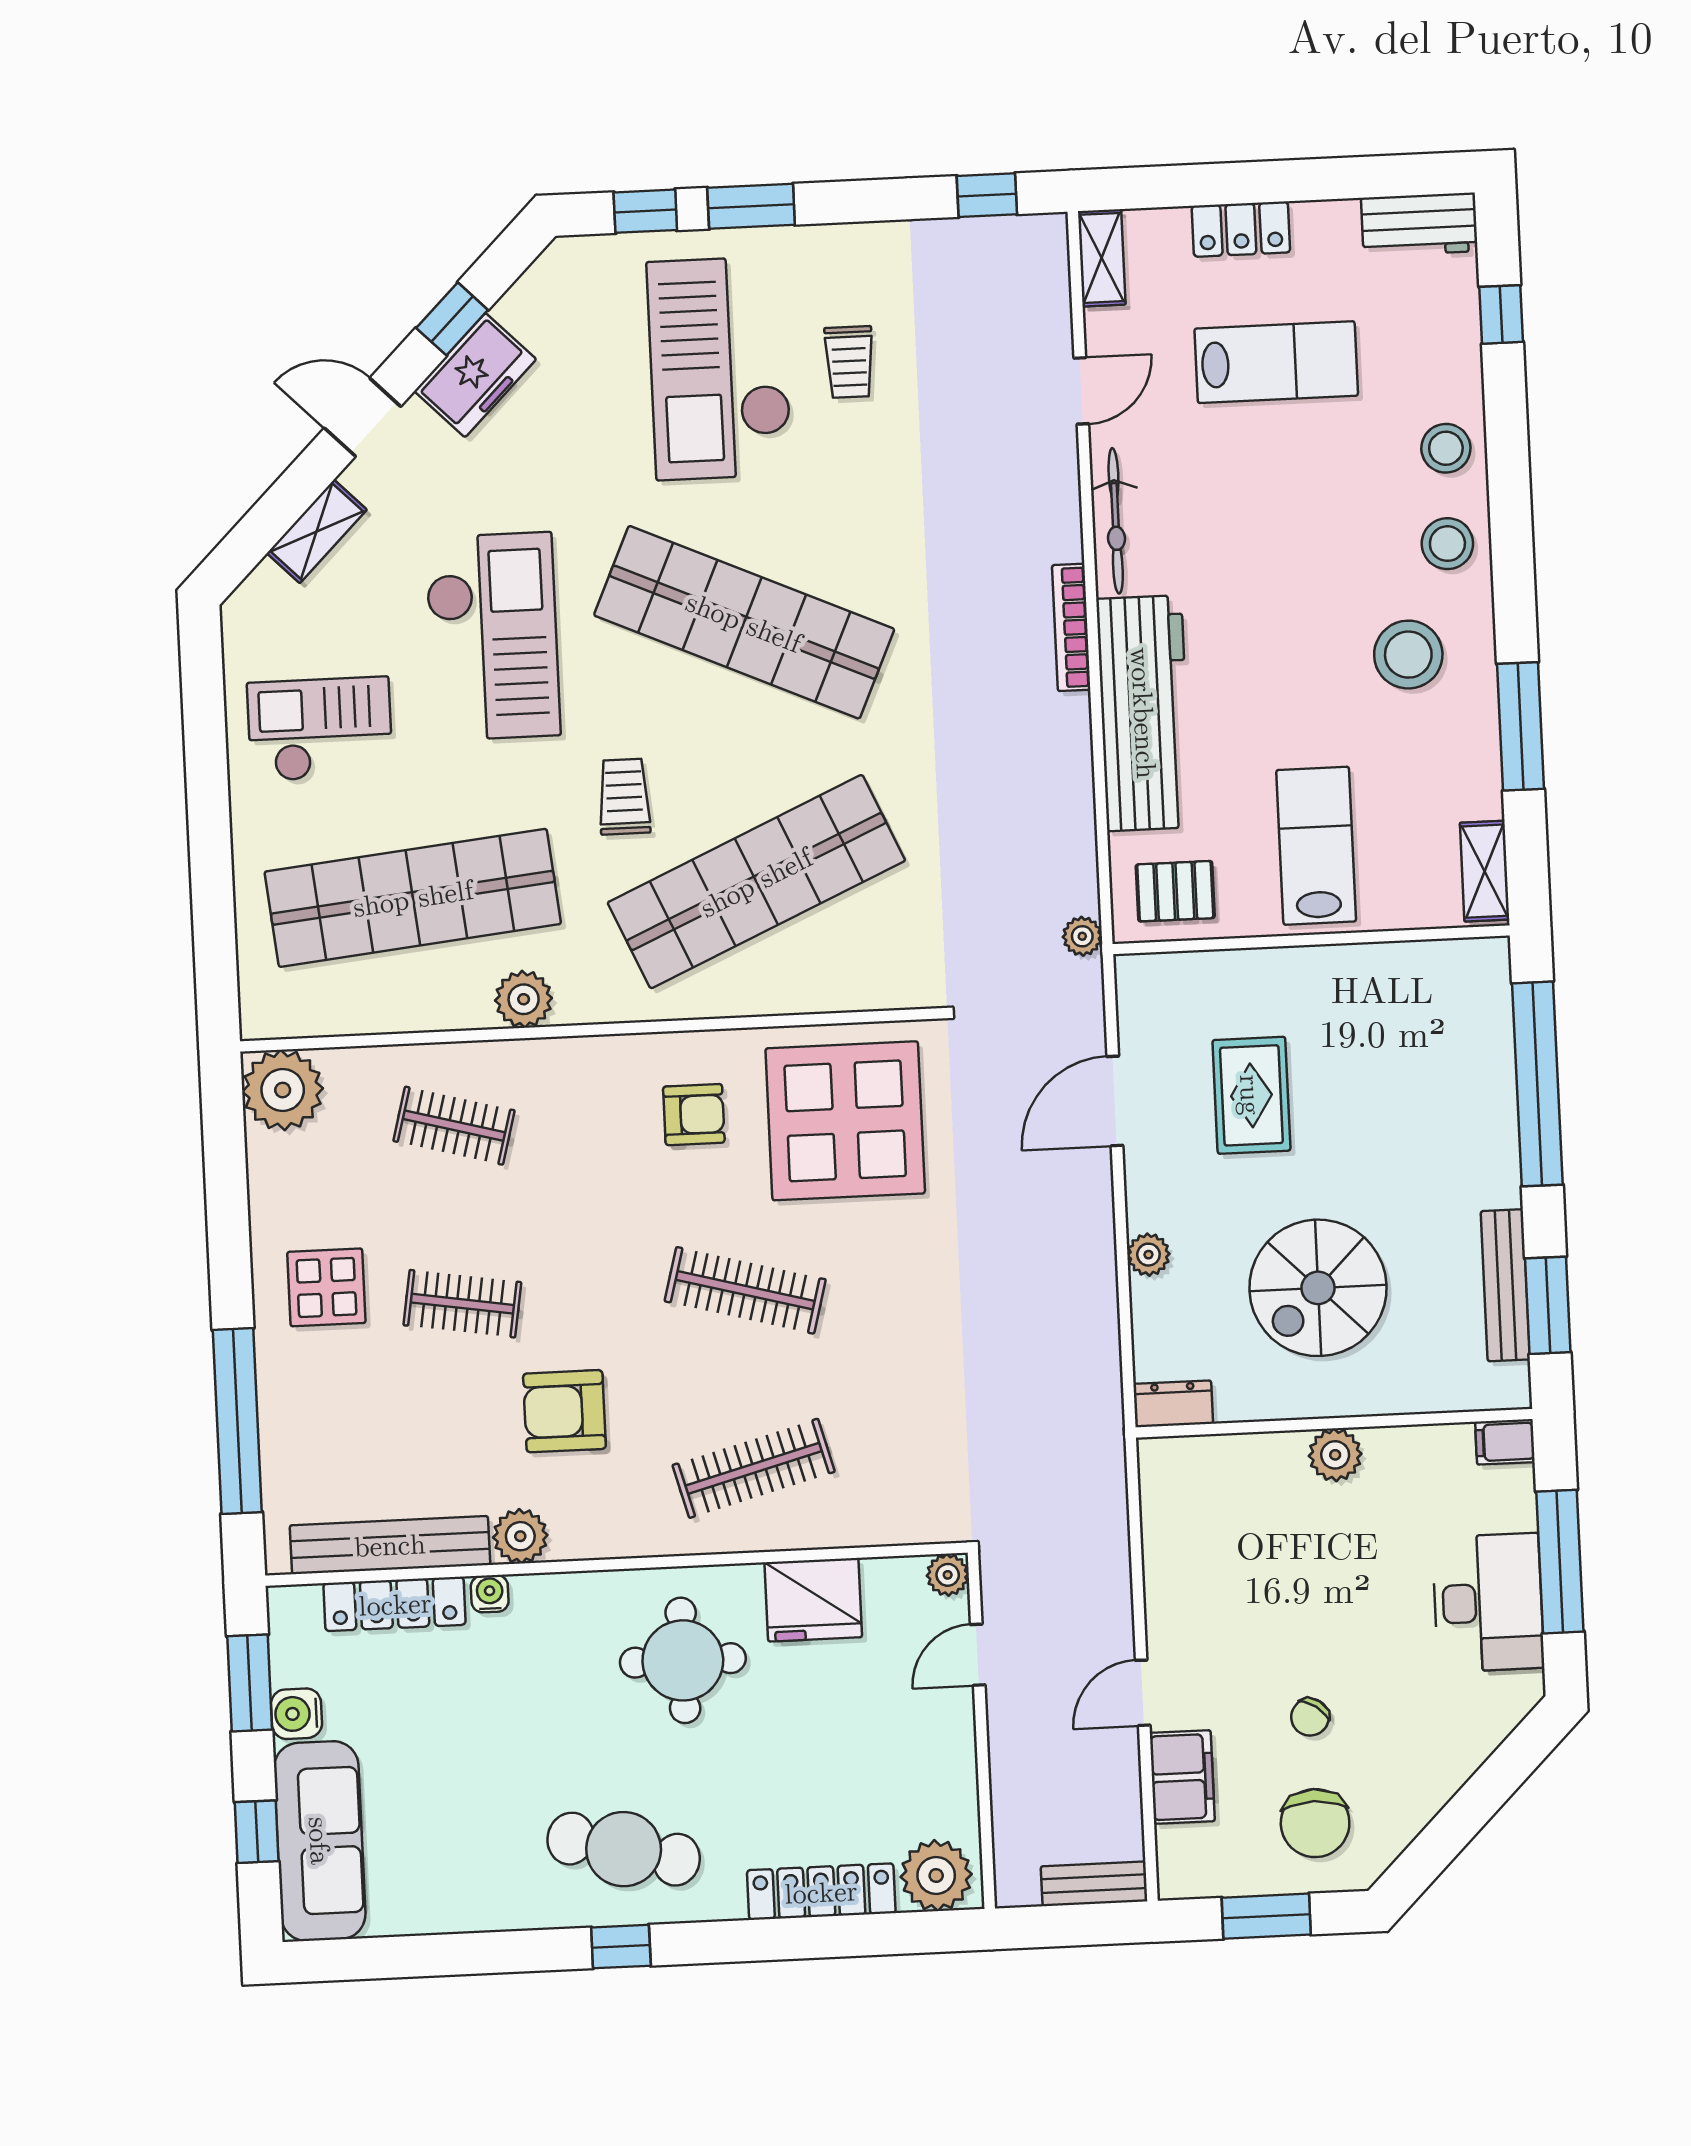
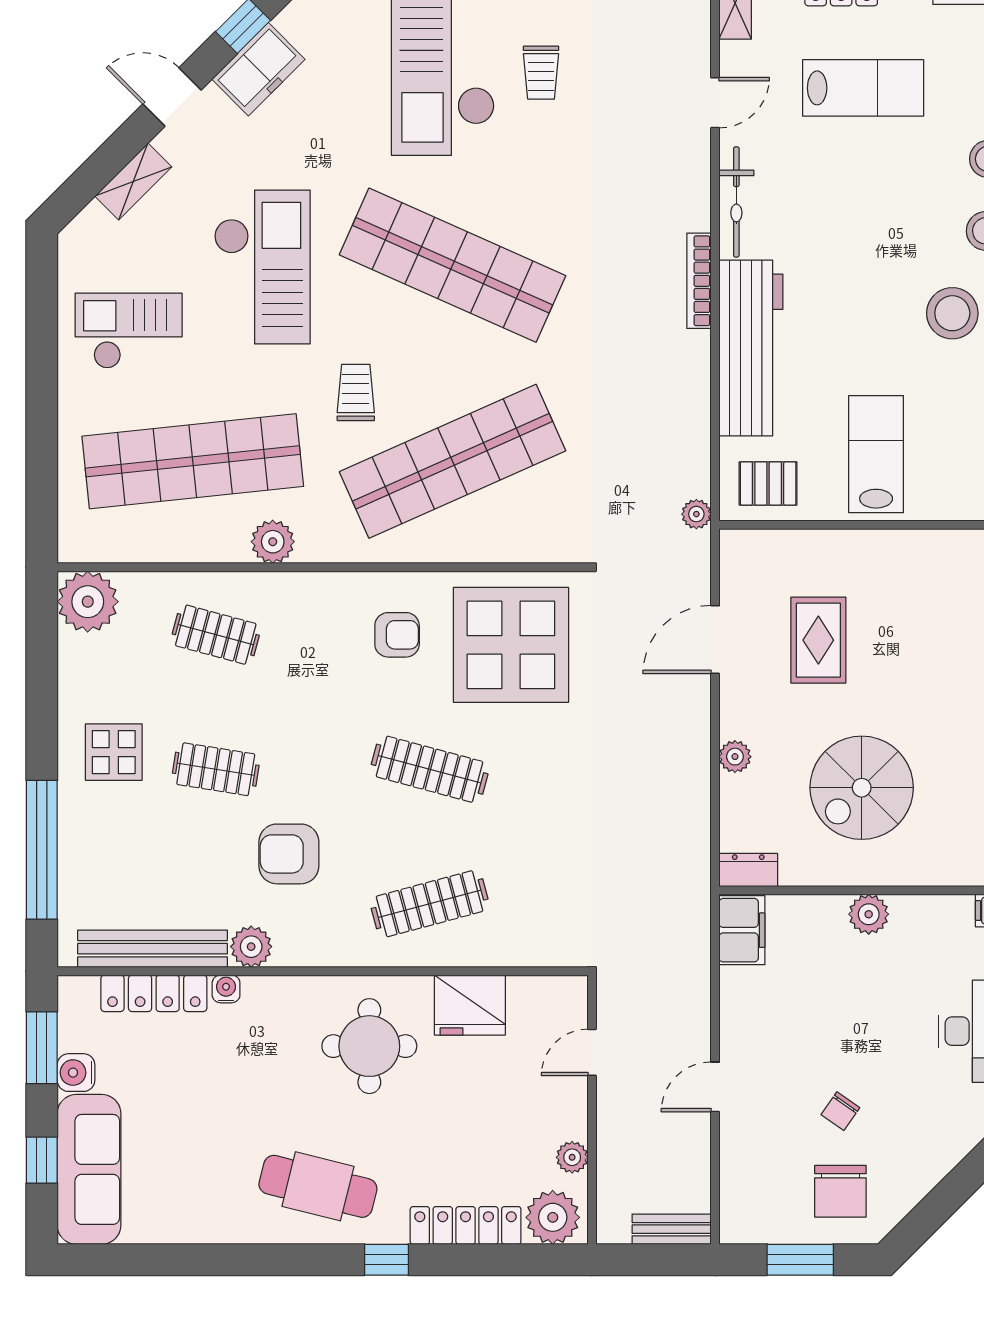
plant: (948, 1575) -> (572, 1157), moved
filing cabinet: (1182, 1777) -> (742, 930), moved
window: (621, 1947) -> (386, 1260), moved

